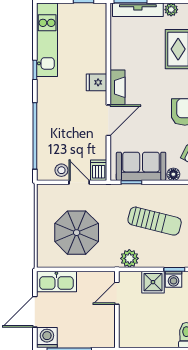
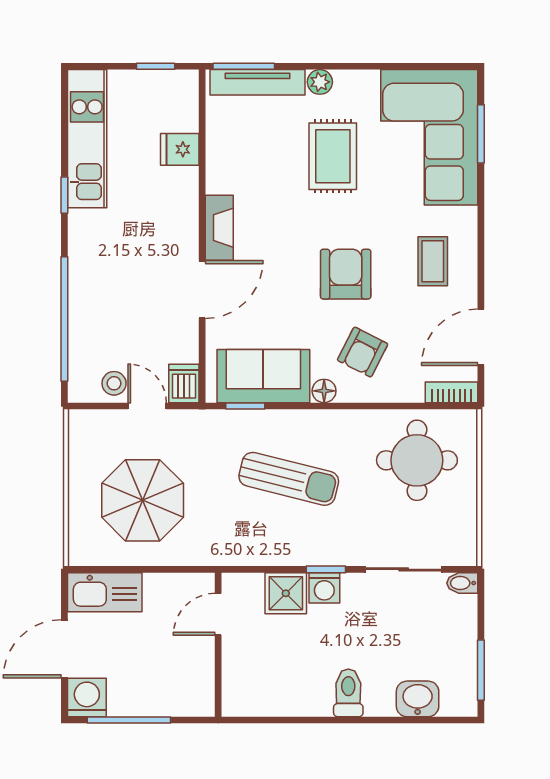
fridge: (96, 82) -> (180, 149), moved
plant: (129, 258) -> (242, 549), removed

